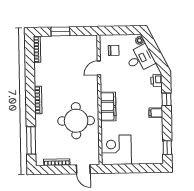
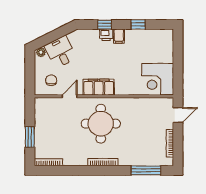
door: (99, 68) -> (70, 96), swing flipped
printer: (156, 81) -> (106, 35), moved
filing cabinet: (108, 106) -> (99, 87), moved
round table: (76, 121) -> (101, 124), moved
window: (167, 148) -> (138, 24), moved

